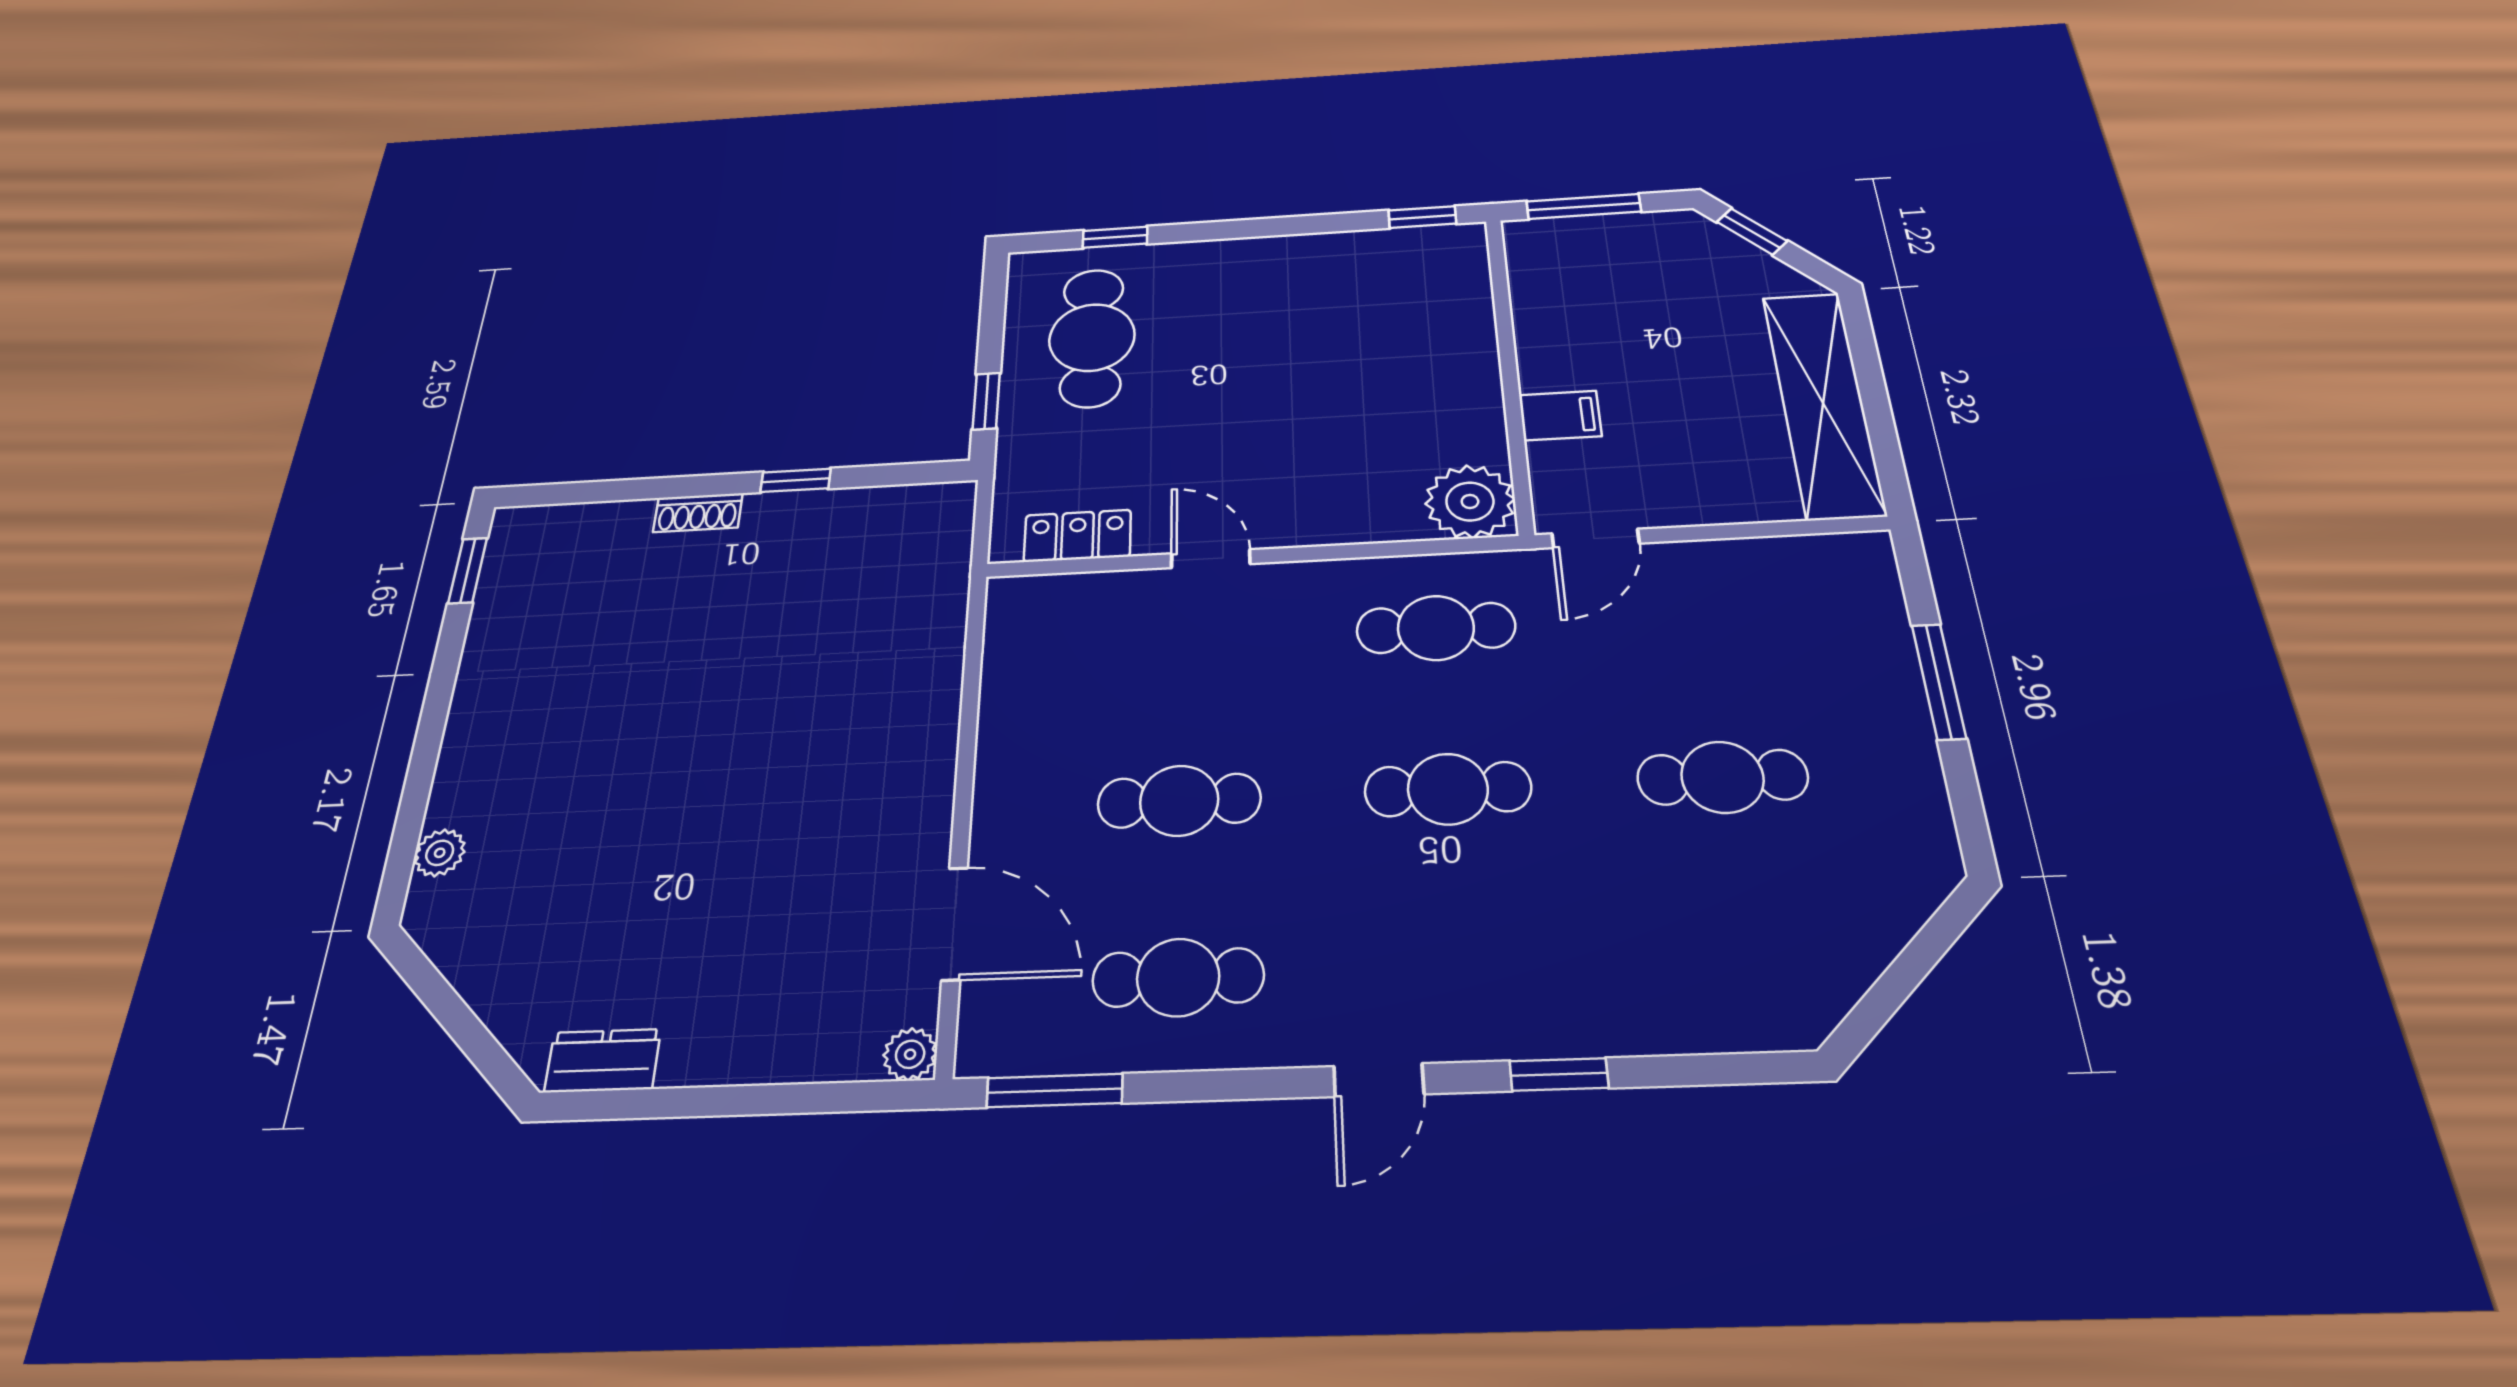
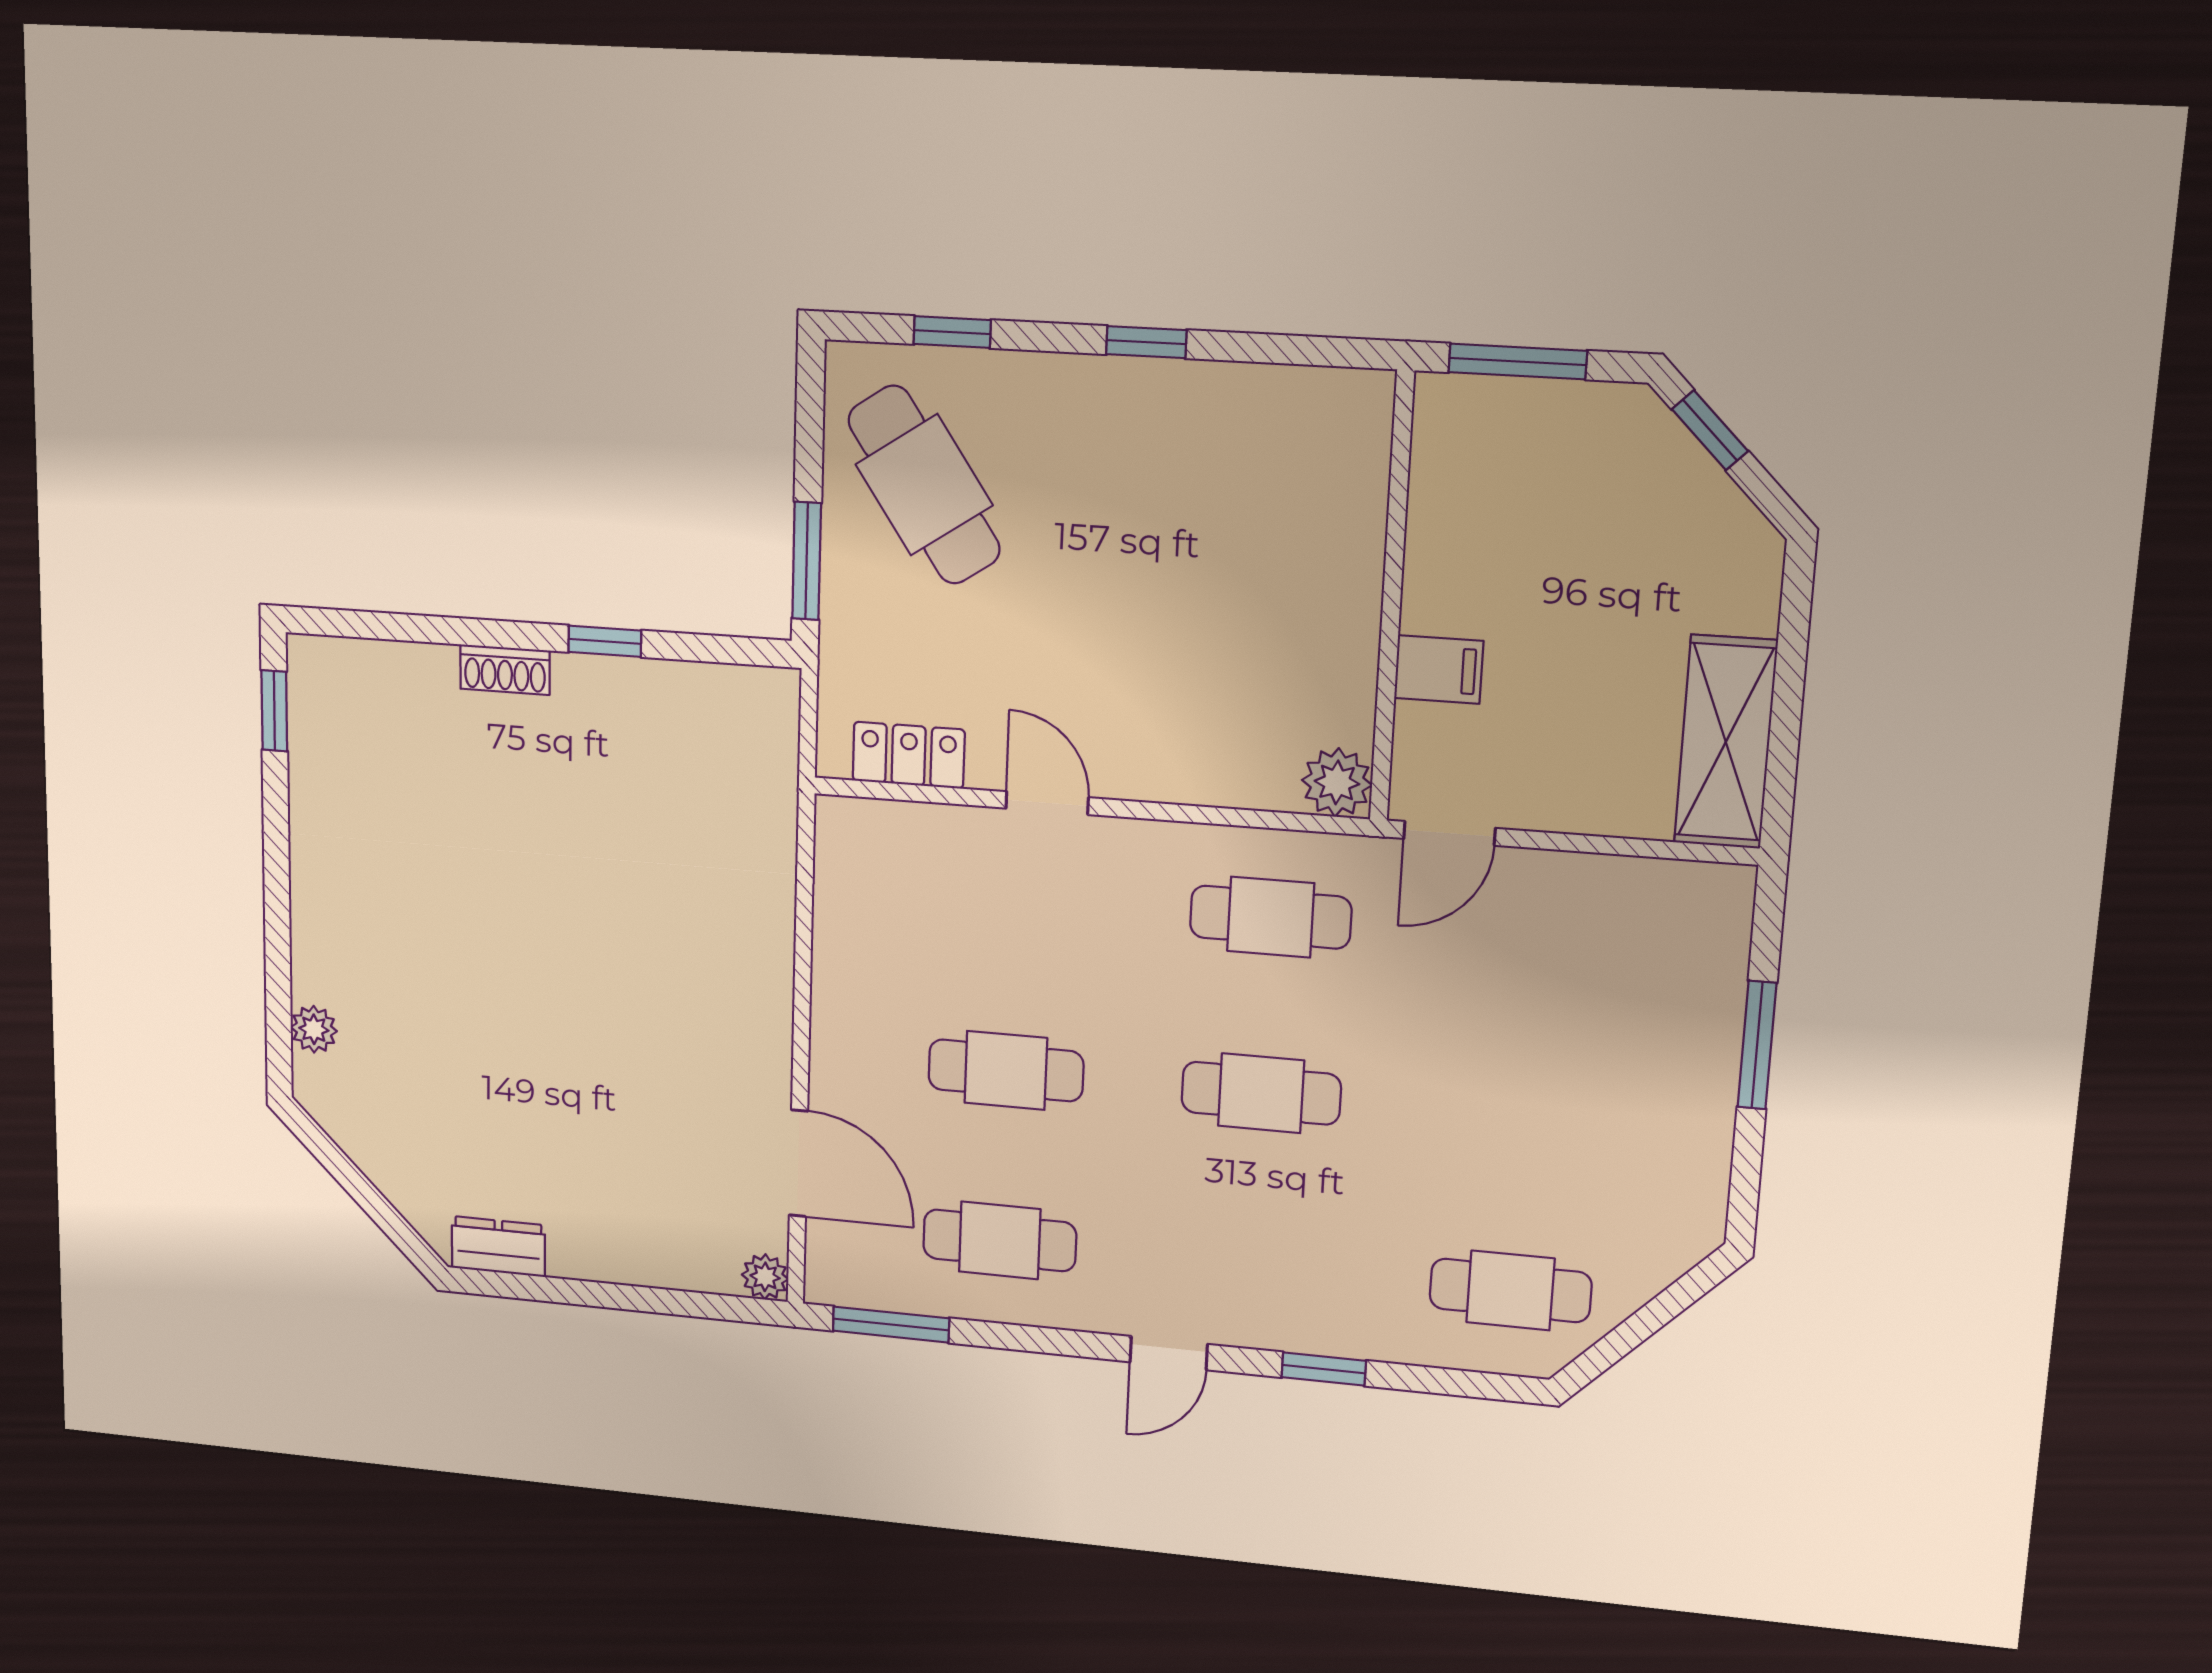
window: (1422, 217) -> (1146, 342), moved
cafe table: (1092, 337) -> (924, 485), turned -34
window: (986, 401) -> (807, 561), width x1.50
shelving: (1823, 403) -> (1726, 742), width x0.68
plant: (1470, 501) -> (1337, 782), width x0.73, depth x0.73
cafe table: (1722, 777) -> (1510, 1290), moved

